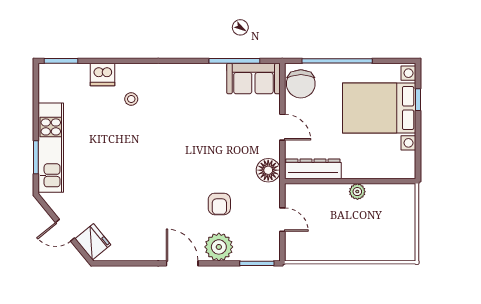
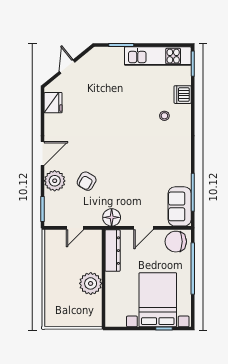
kitchen unit: (51, 148) -> (158, 56), moved
plant: (357, 192) -> (91, 283), width x1.88, depth x1.88
armchair: (219, 204) -> (87, 181), turned -60
fridge: (93, 242) -> (53, 103), moved, turned -51

